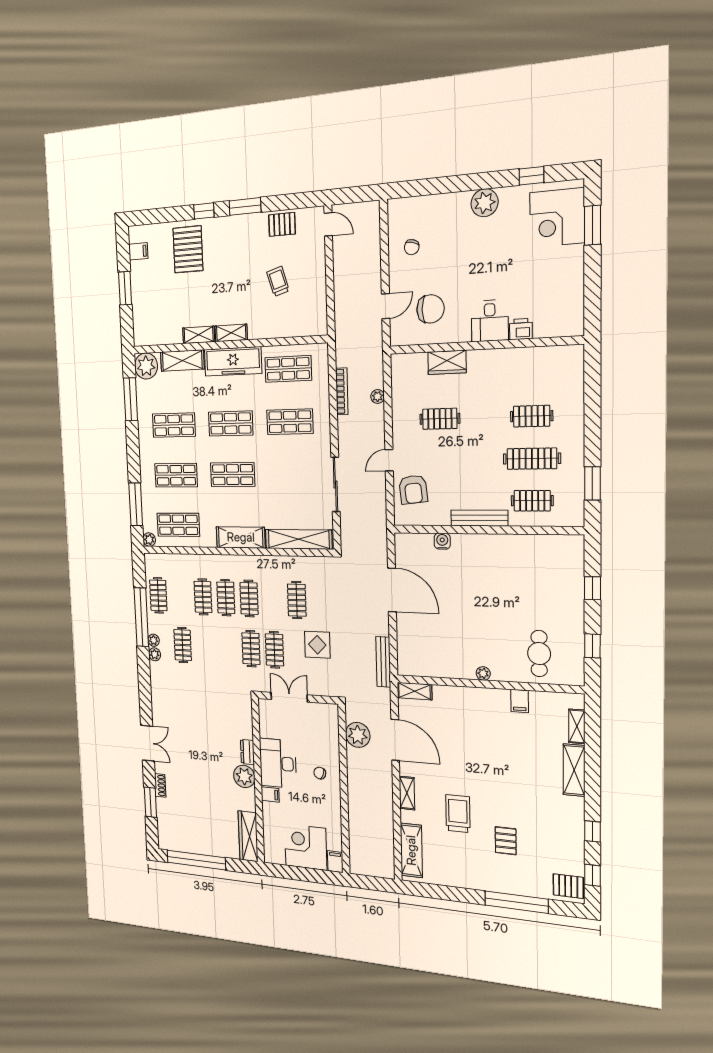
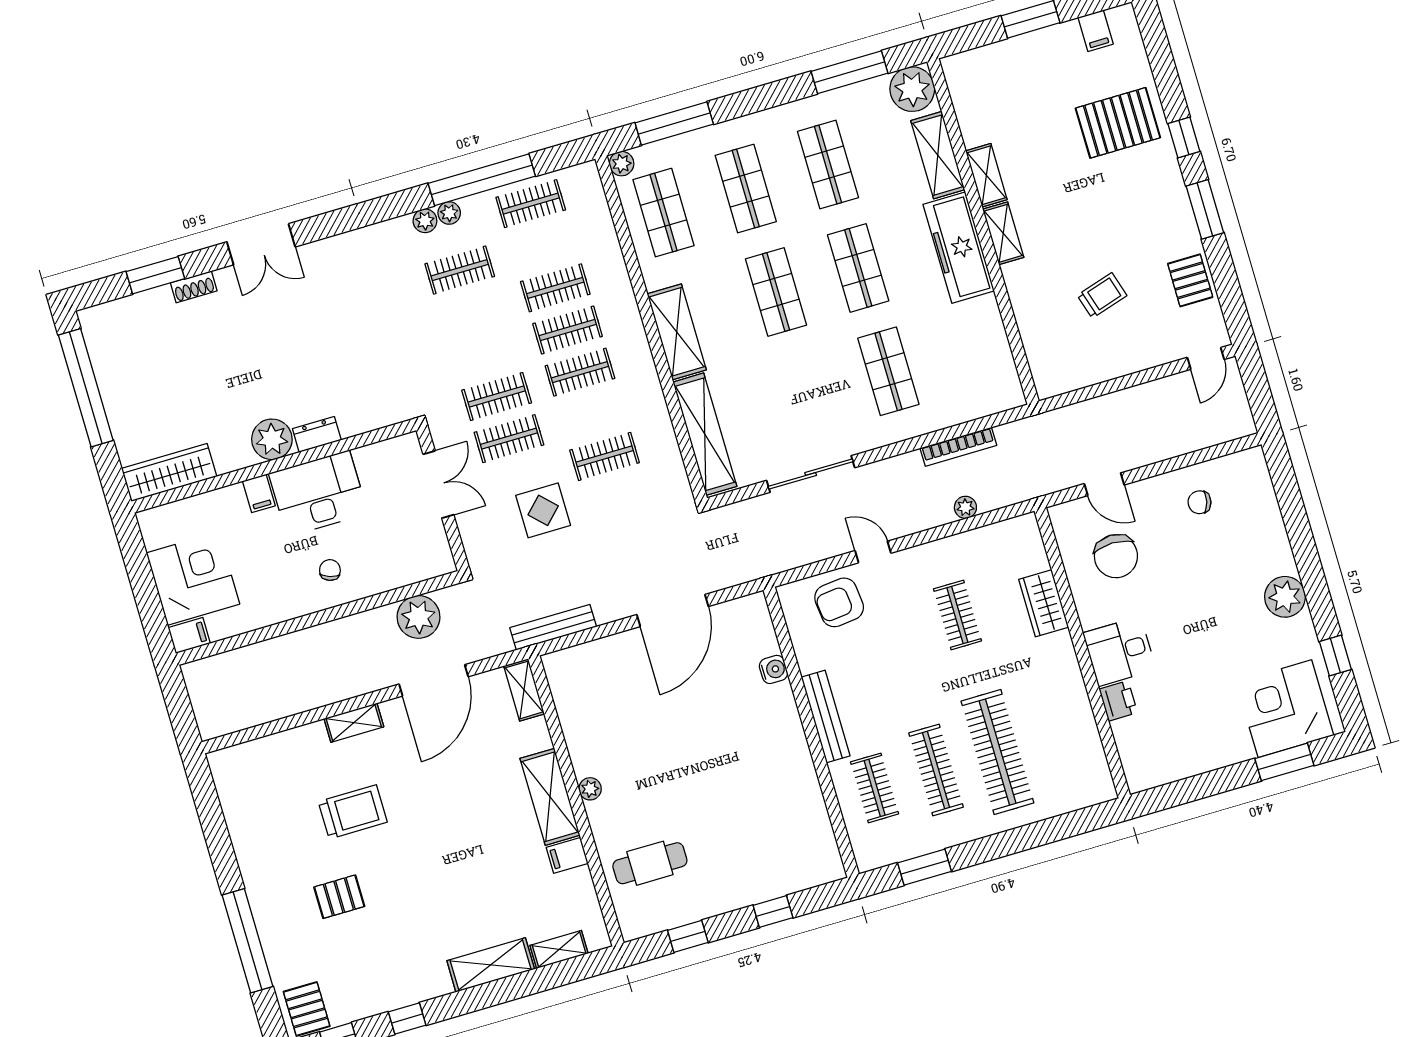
shop shelf: (288, 369) -> (971, 347), removed
clothes rail: (532, 416) -> (997, 752), width x1.86, depth x1.31
shelving: (411, 850) -> (550, 797), moved, turned 90

